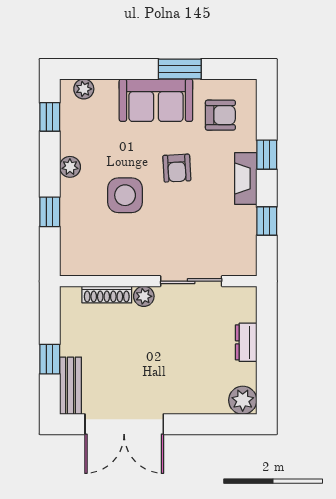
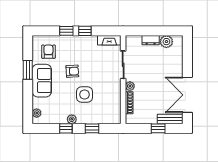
window: (50, 117) -> (66, 128), moved
fireplace: (246, 178) -> (109, 40), moved
window: (267, 221) -> (85, 31), moved
plant: (243, 400) -> (166, 42), moved
double door: (124, 424) -> (187, 95), swing flipped

